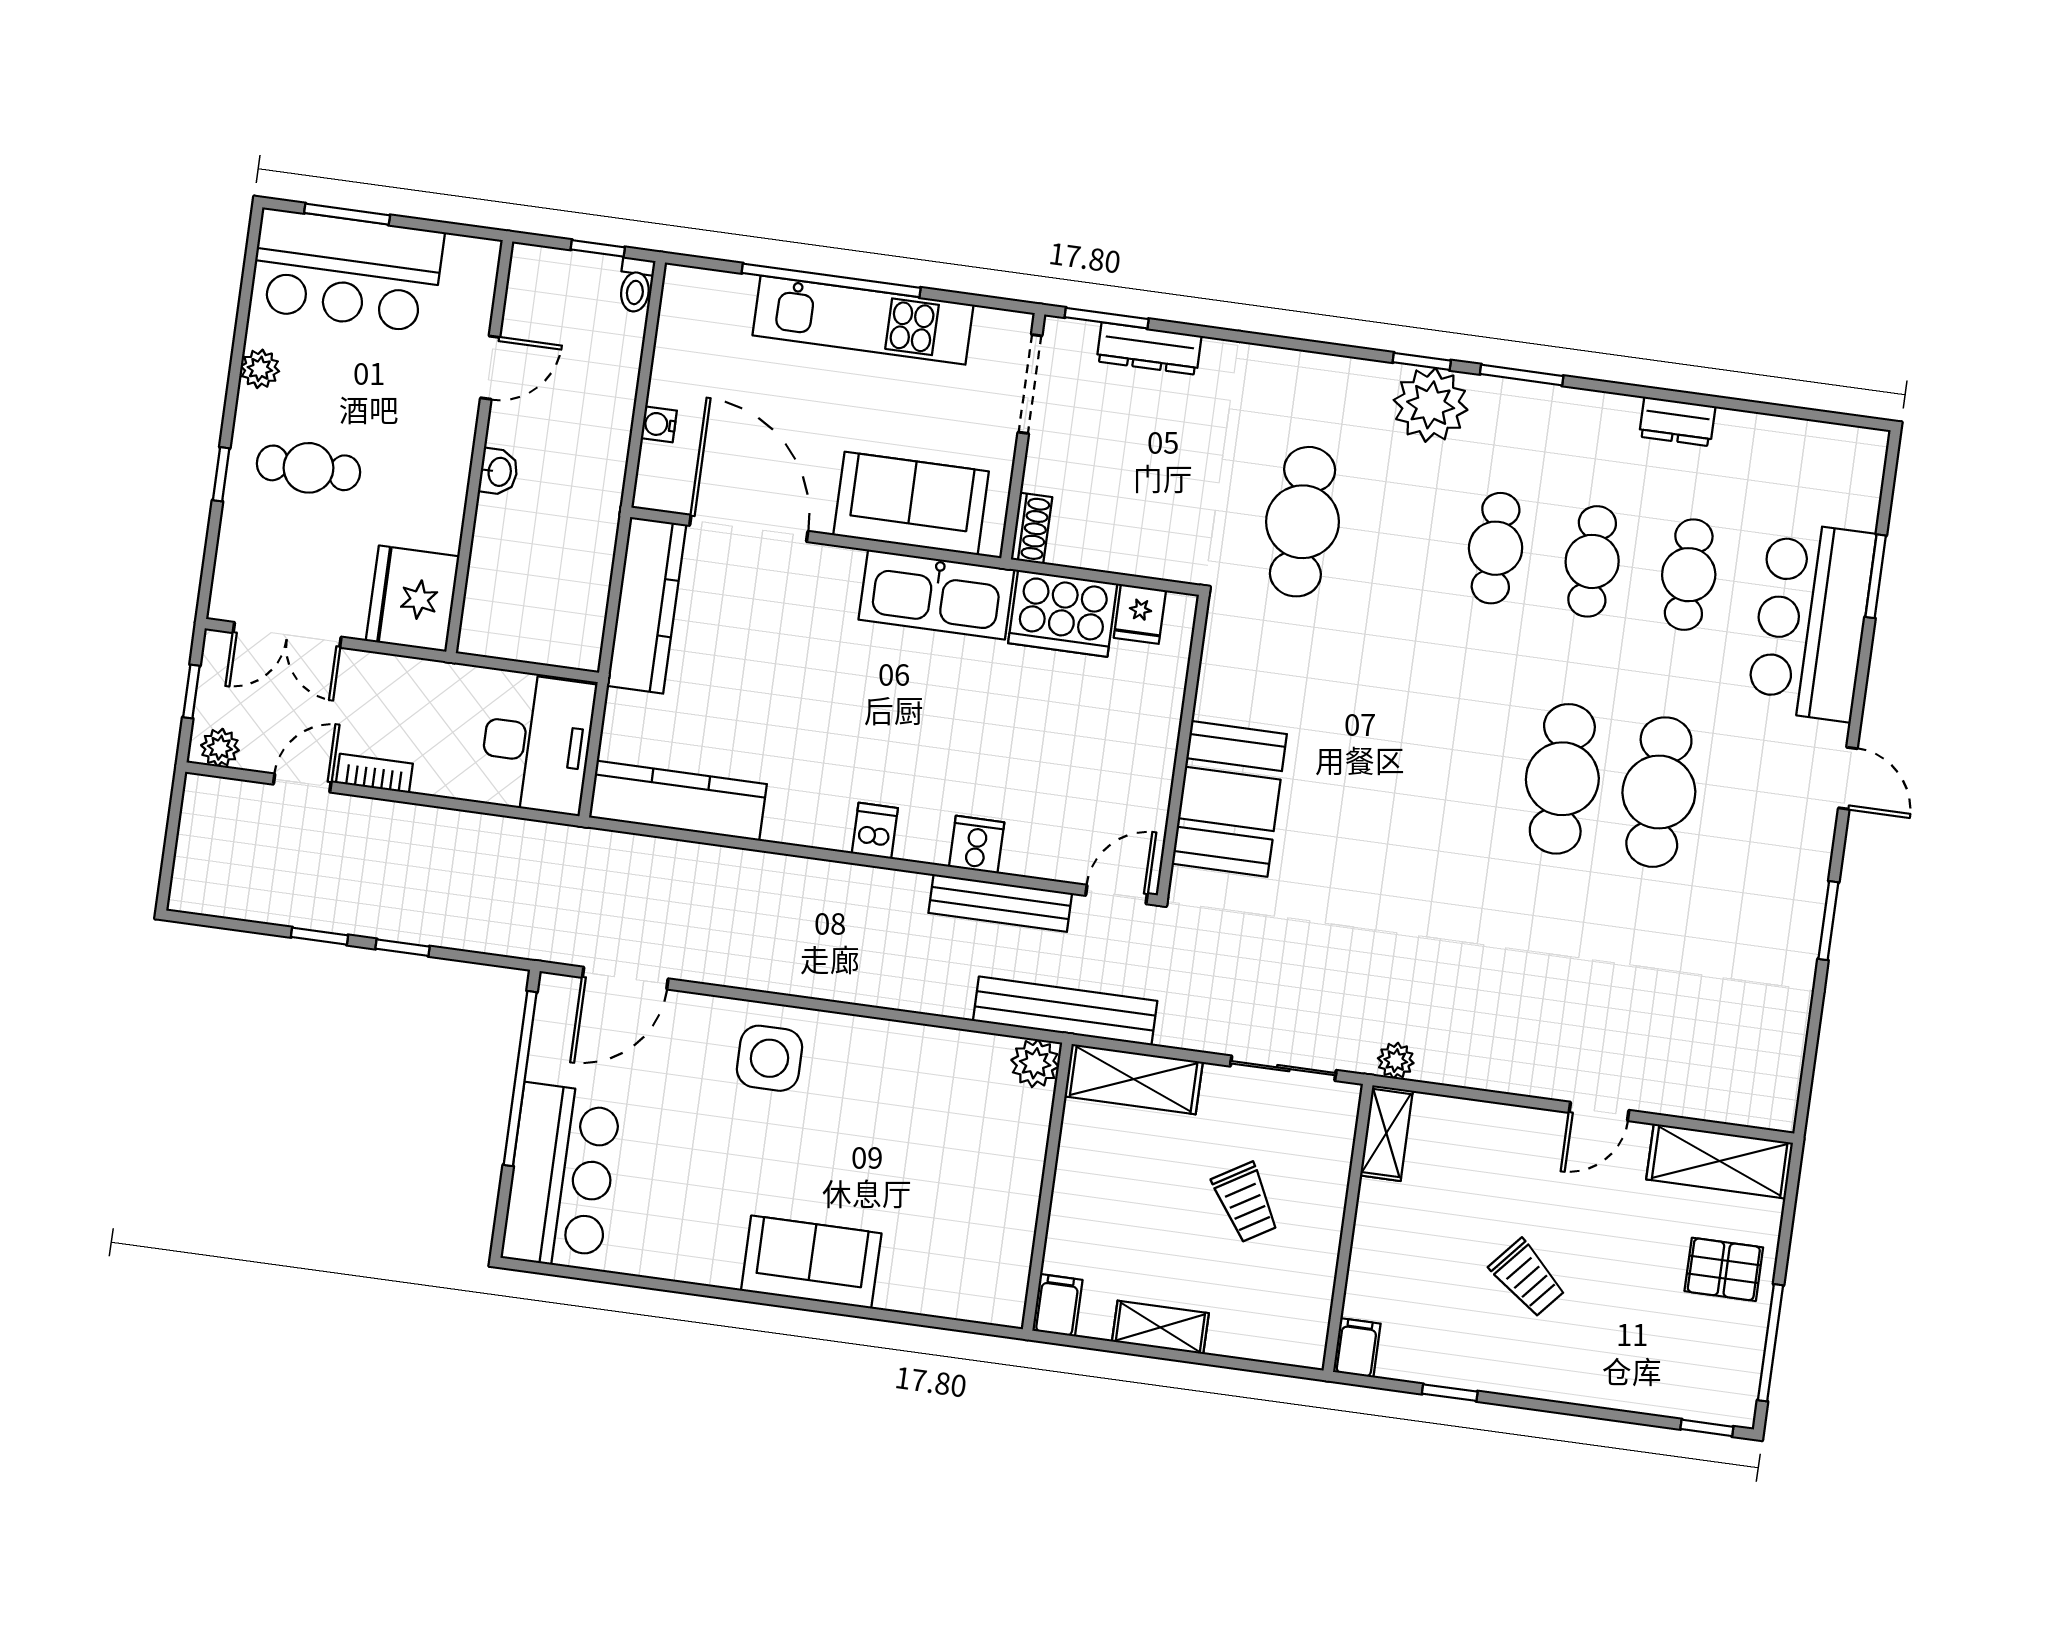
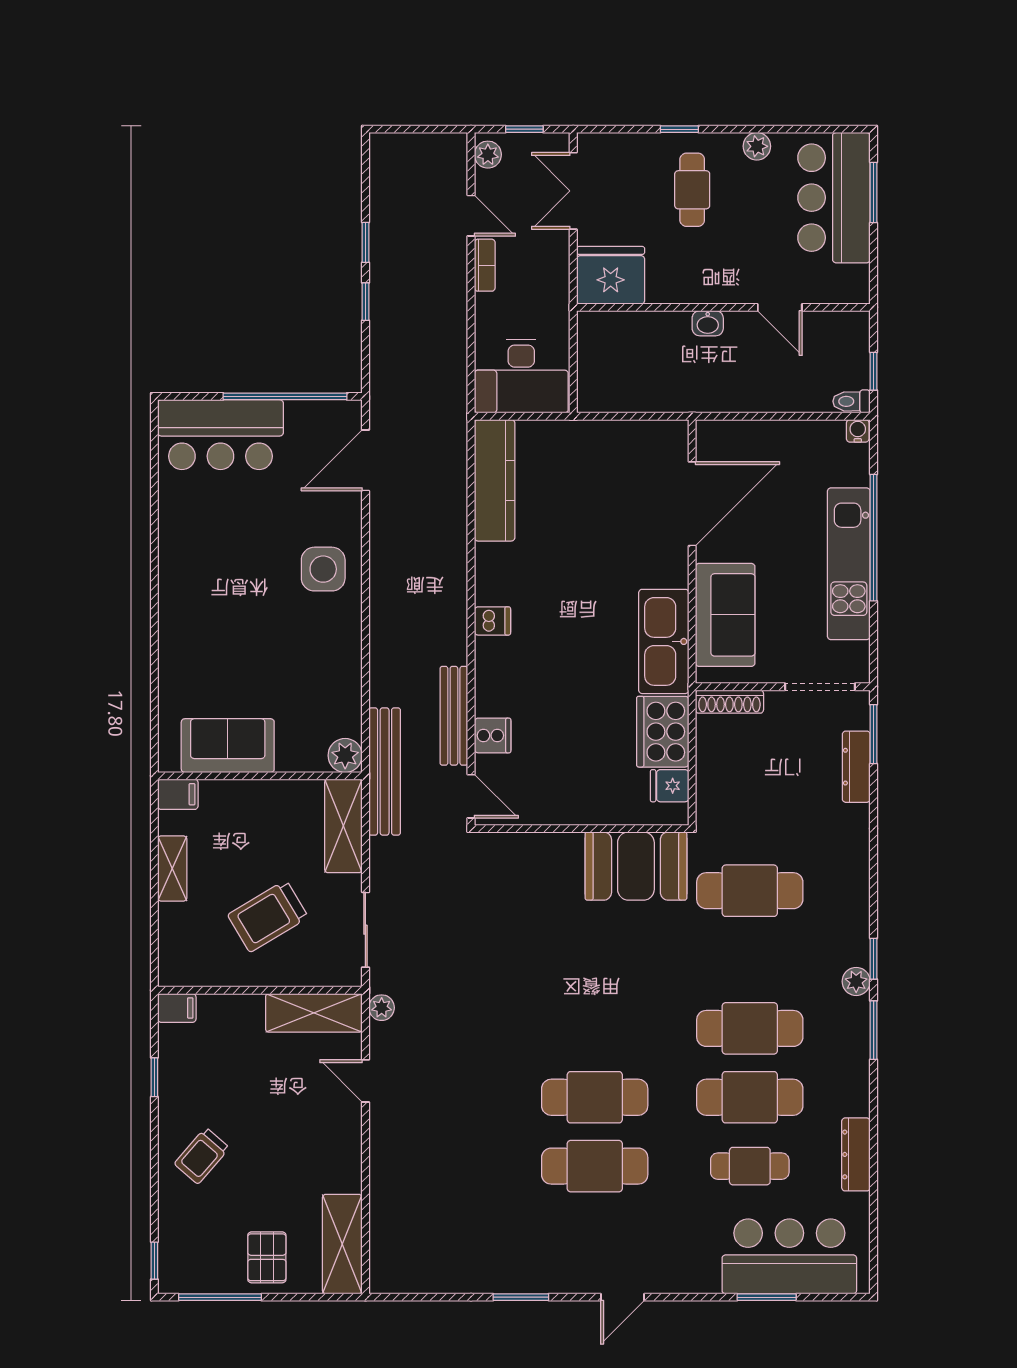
plant: (1431, 405) -> (856, 981), width x0.53, depth x0.53
dresser: (1677, 421) -> (856, 1154), width x1.44
water cooler: (659, 424) -> (858, 431), moved
shoe rack: (1031, 528) -> (729, 702), width x1.43
cafe table: (1496, 548) -> (750, 1028), width x1.37, depth x1.35
cafe table: (1592, 561) -> (750, 1097), width x1.37, depth x1.35
kitchen counter: (647, 605) -> (628, 440), removed
bar counter: (1811, 621) -> (789, 1256), moved
booth: (1229, 799) -> (636, 866), moved
cooker: (977, 845) -> (493, 735), moved
door: (625, 978) -> (365, 460), hinge flipped
door: (1599, 1111) -> (365, 1081), moved
shelving: (1386, 1133) -> (314, 1013), width x1.50, depth x1.33
trolley: (1246, 1202) -> (268, 916), width x1.36, depth x1.39
sofa: (811, 1262) -> (228, 746), moved, turned -90
trolley: (1527, 1278) -> (202, 1156), moved

